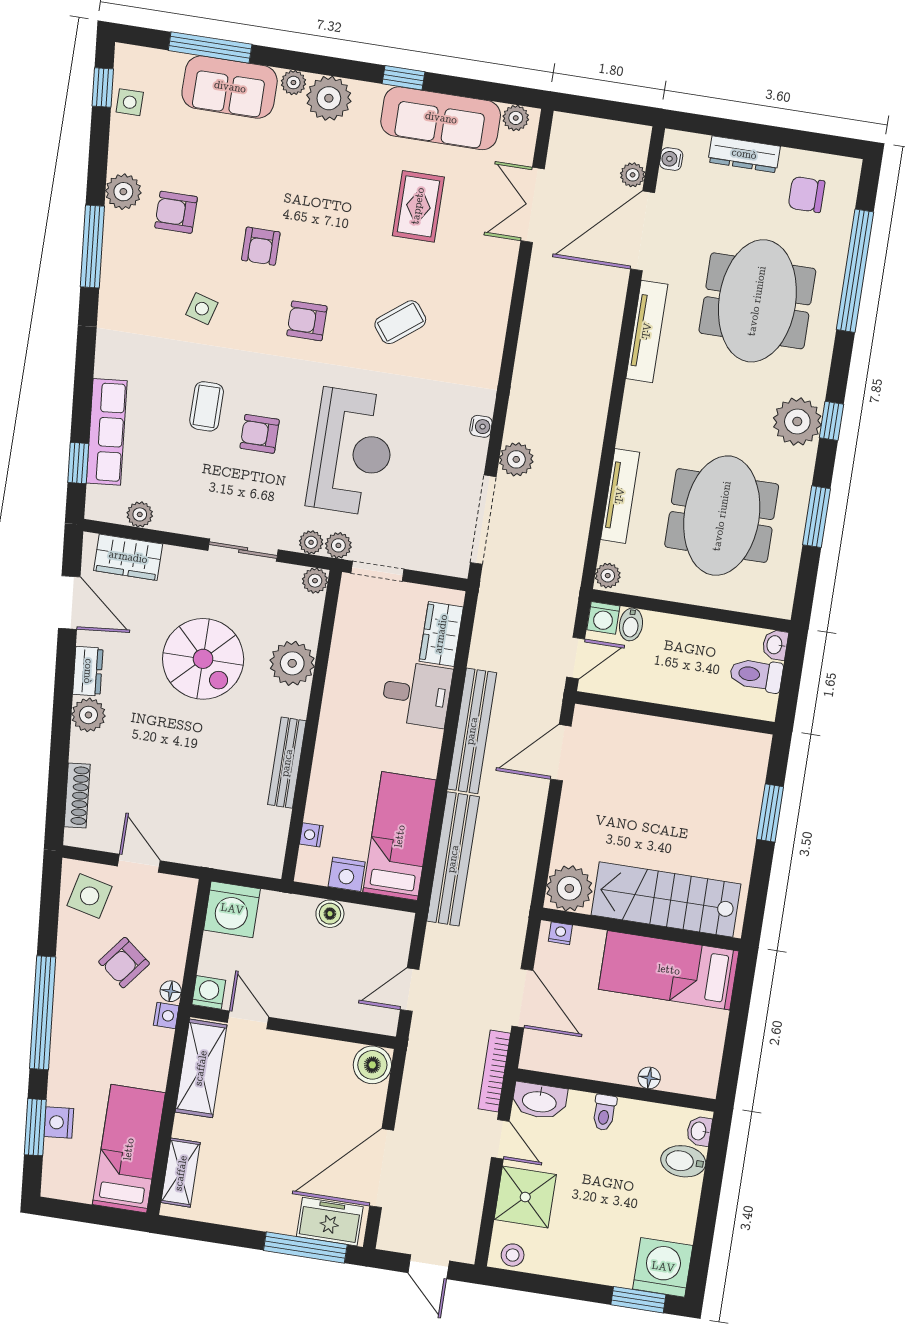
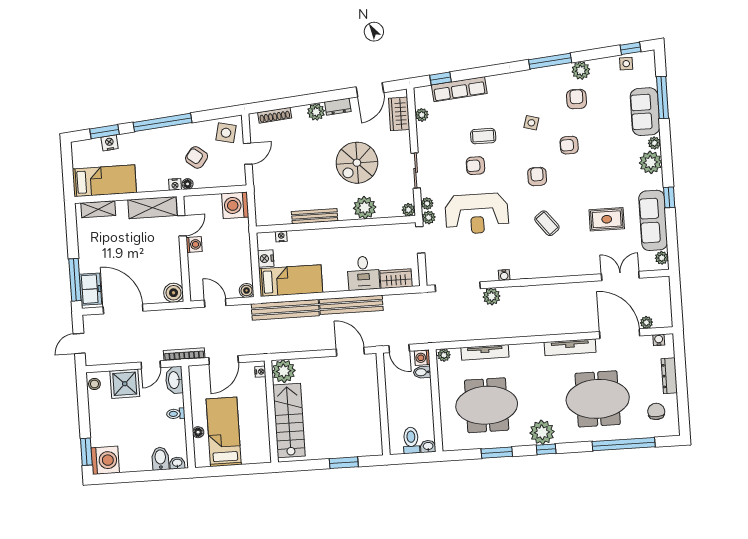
armchair: (260, 434) -> (475, 166), turned -90
boiler: (330, 914) -> (246, 290), moved
bed: (669, 970) -> (224, 432), moved
washing machine: (209, 992) -> (194, 245), moved

